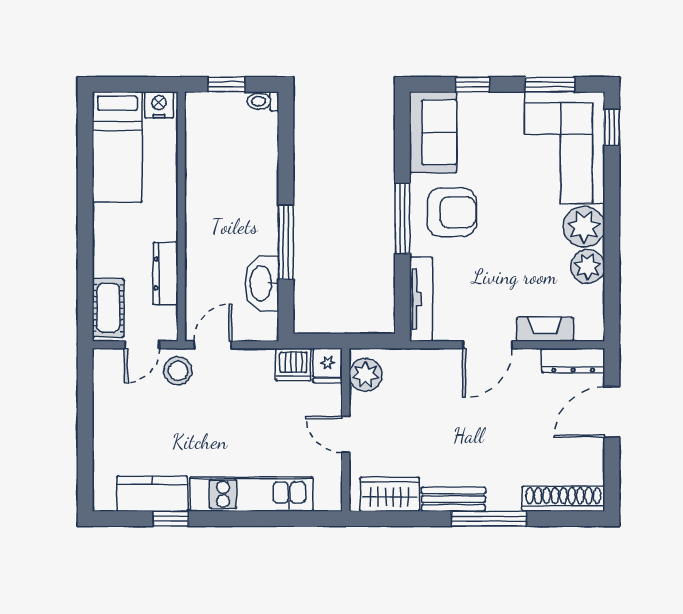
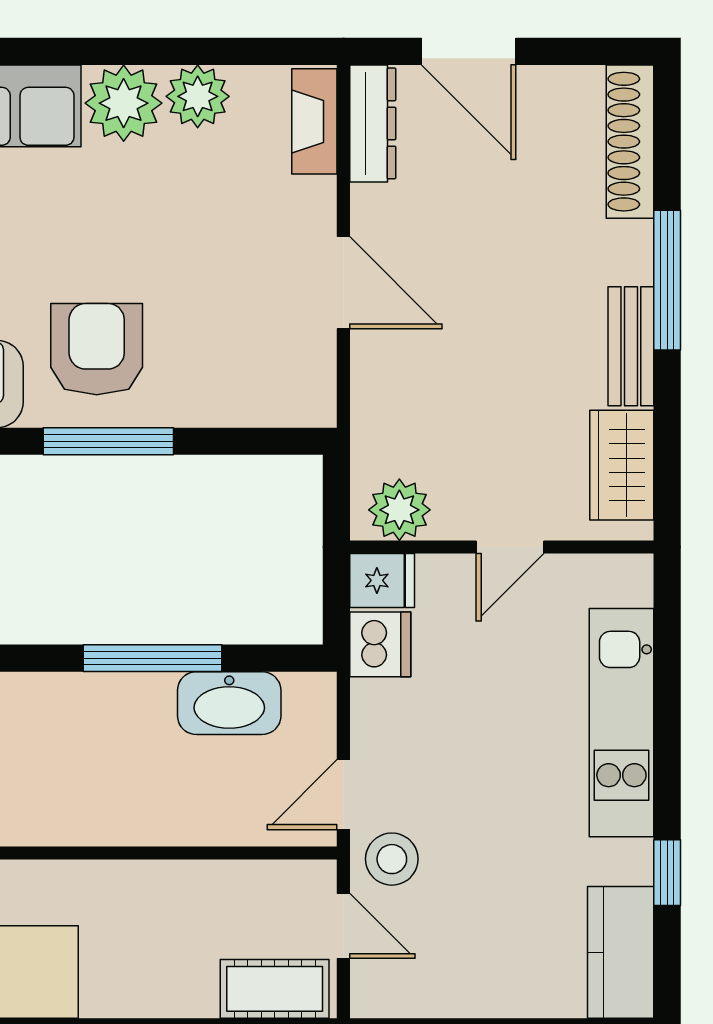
dresser: (166, 274) -> (211, 882), removed
tv unit: (421, 299) -> (258, 406), removed
fireplace: (545, 329) -> (314, 121), moved
door: (213, 345) -> (343, 795), hinge flipped
kitchen counter: (152, 494) -> (621, 952), moved

